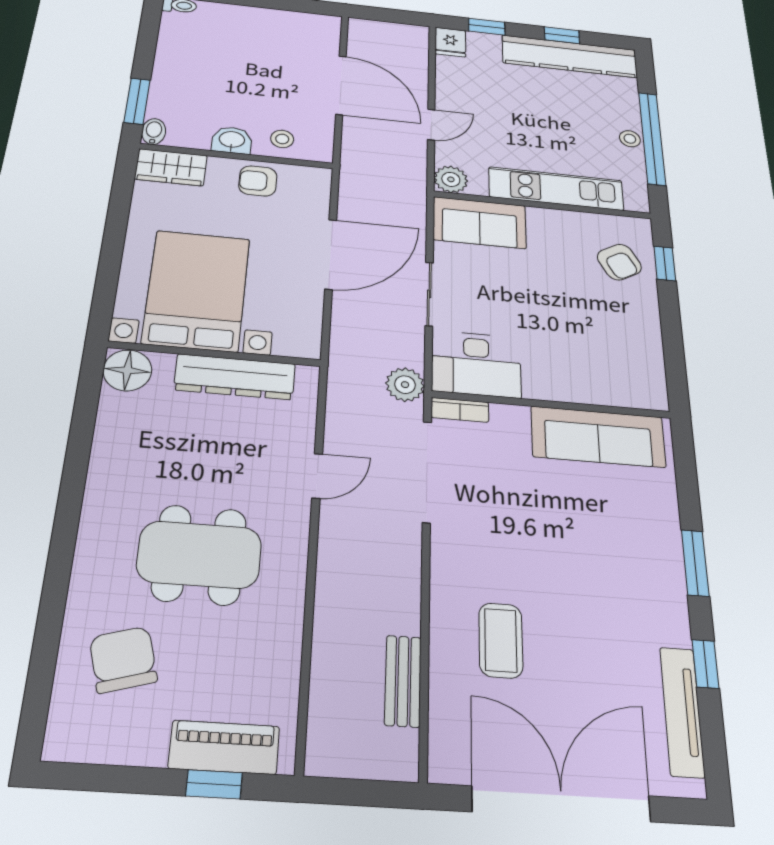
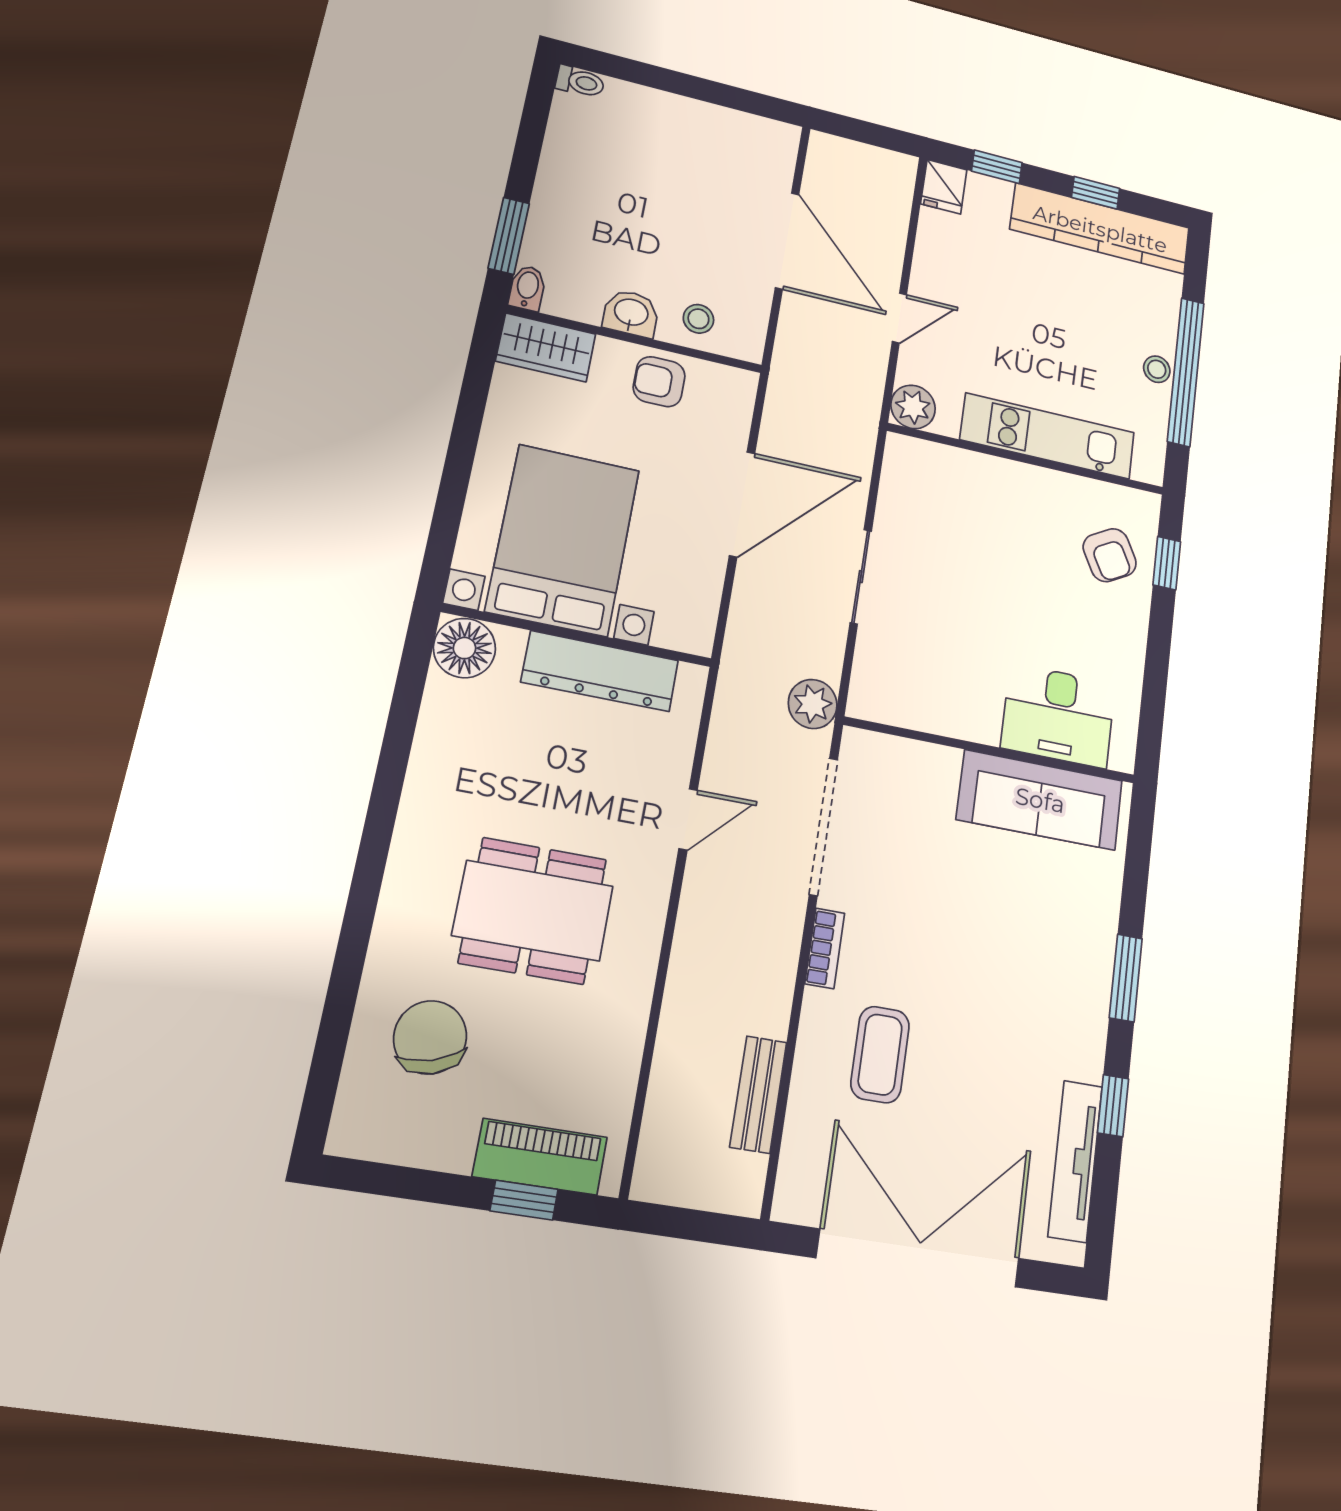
sofa: (480, 223) -> (941, 477), removed
desk: (476, 364) -> (1058, 716), moved
bookcase: (460, 410) -> (825, 948), moved, turned -90

